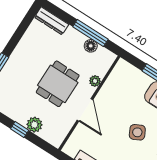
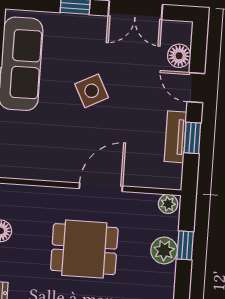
plant: (95, 81) -> (168, 204), moved
window: (20, 129) -> (185, 245), moved

